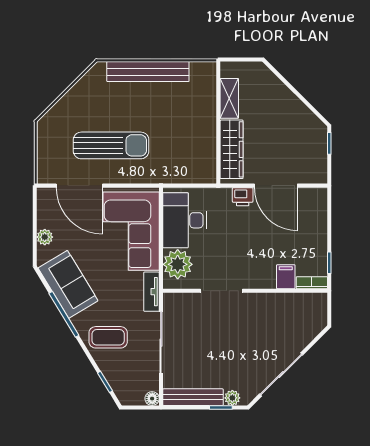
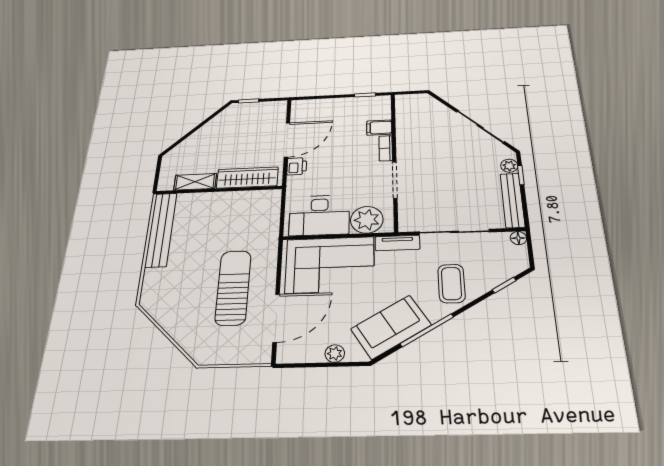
bench: (148, 72) -> (161, 230), moved
bookcase: (312, 283) -> (386, 148), moved

